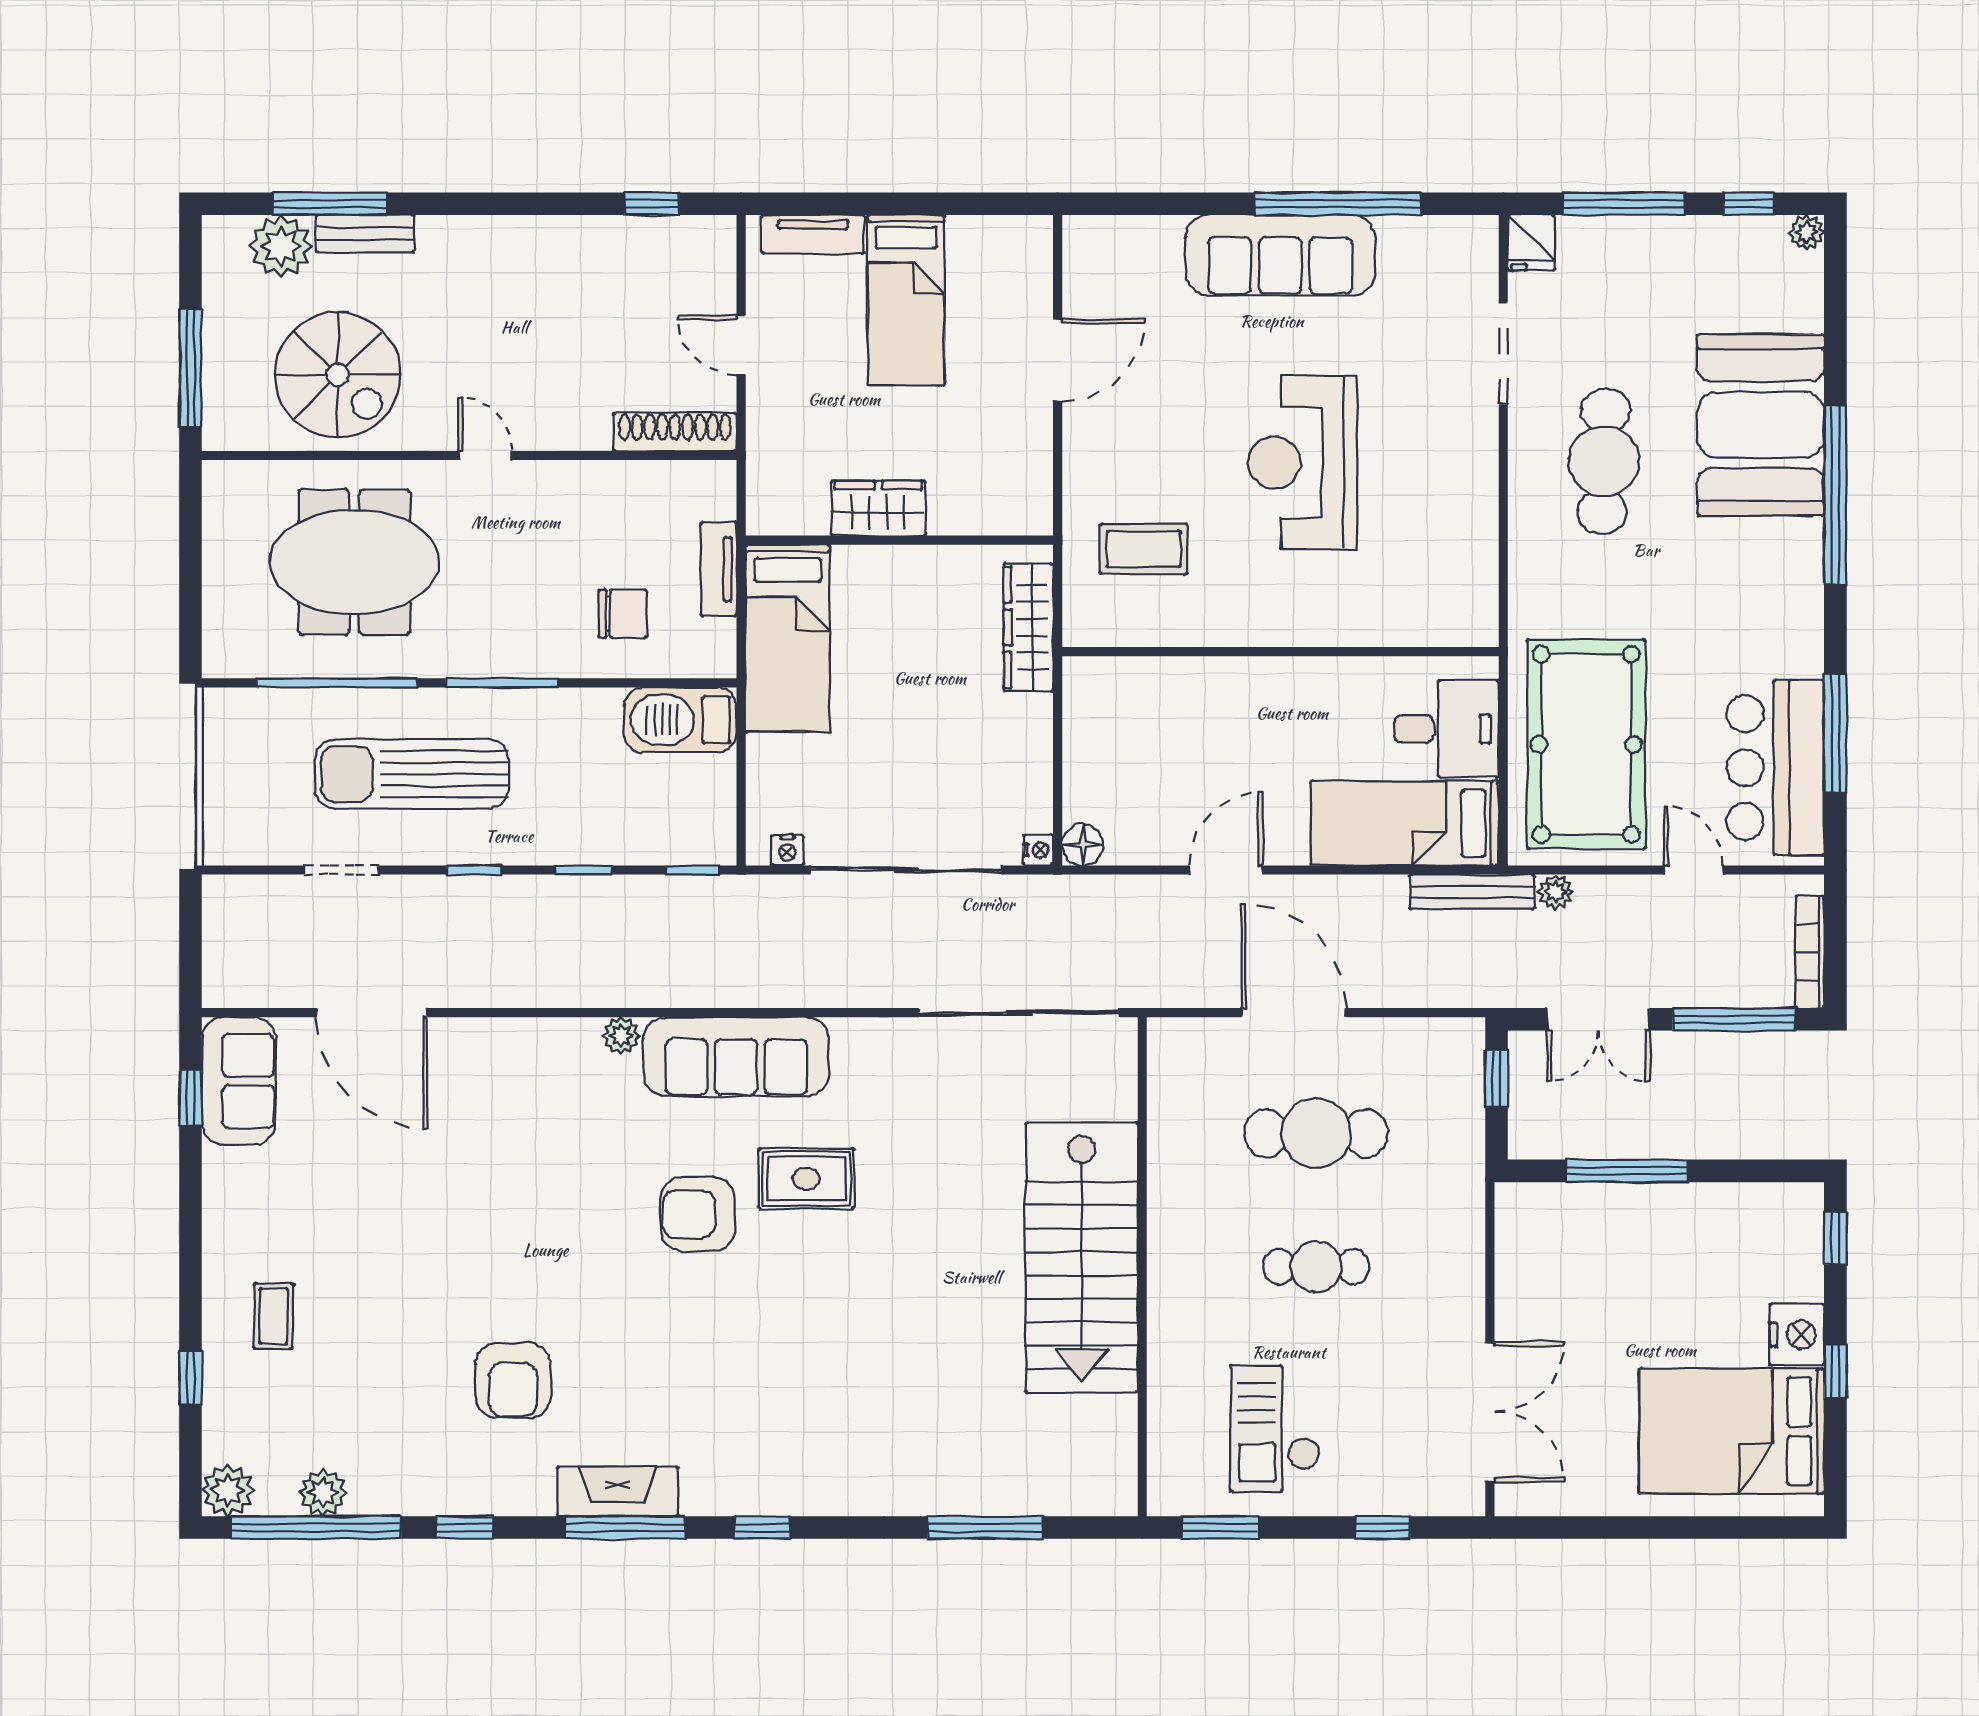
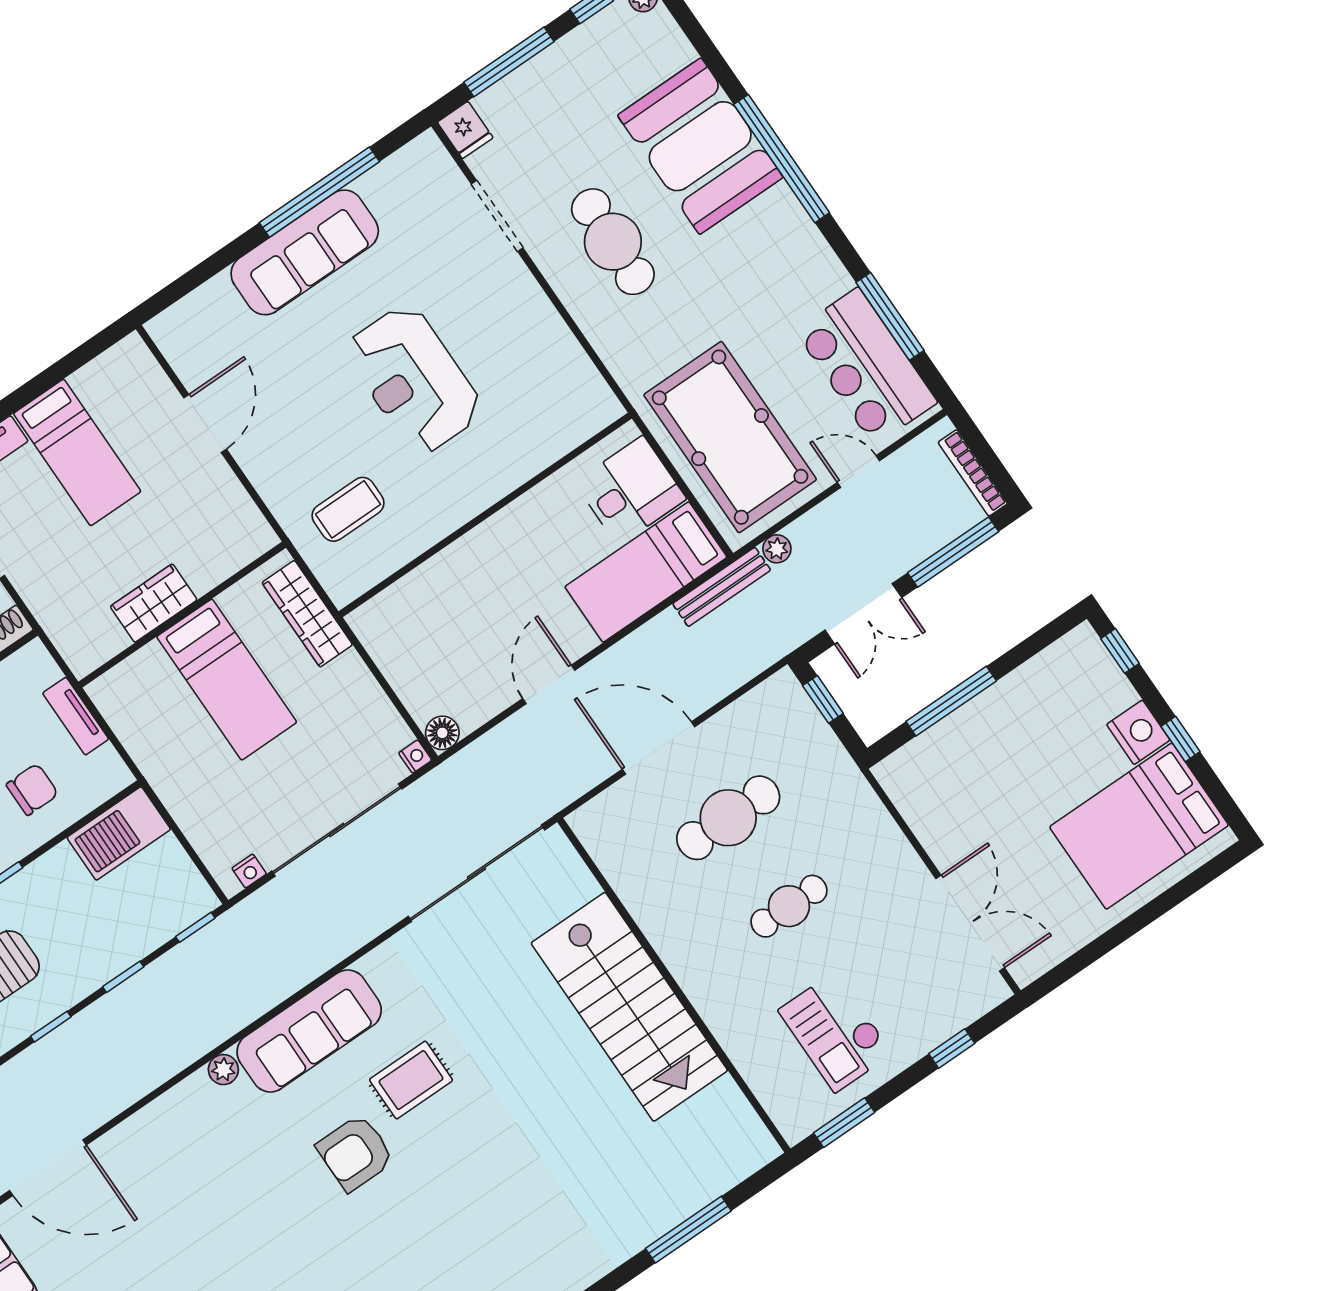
bed: (788, 638) -> (227, 680), moved

